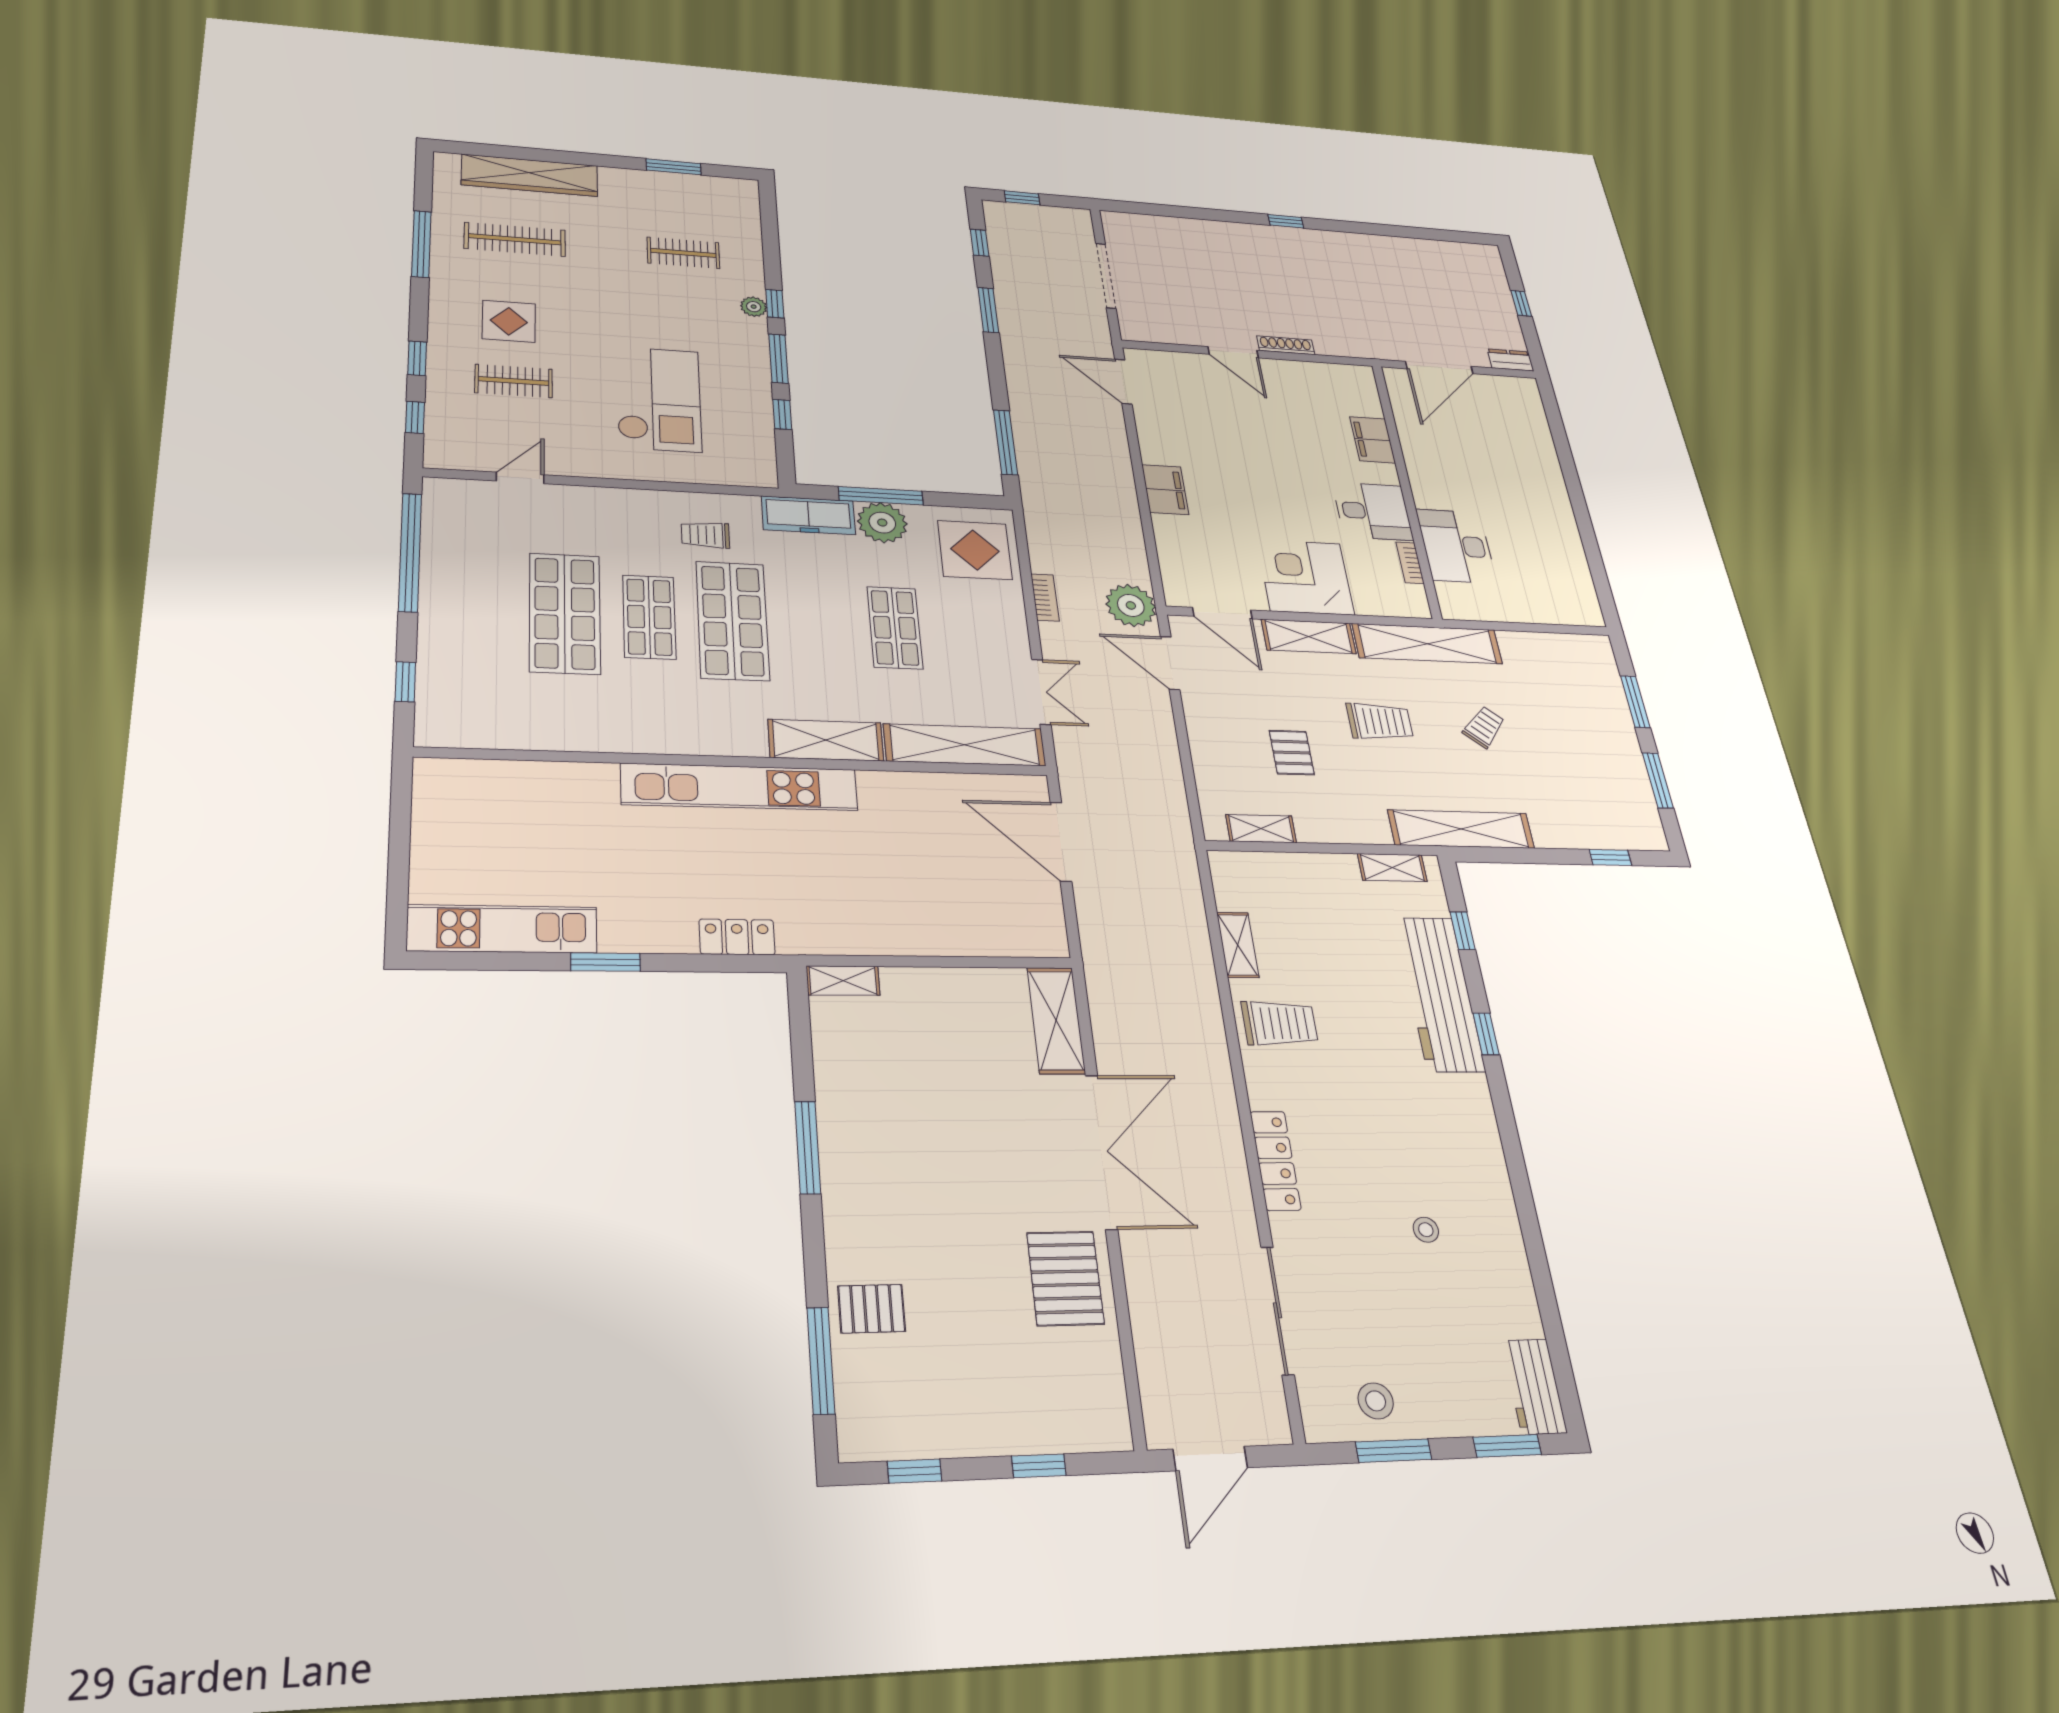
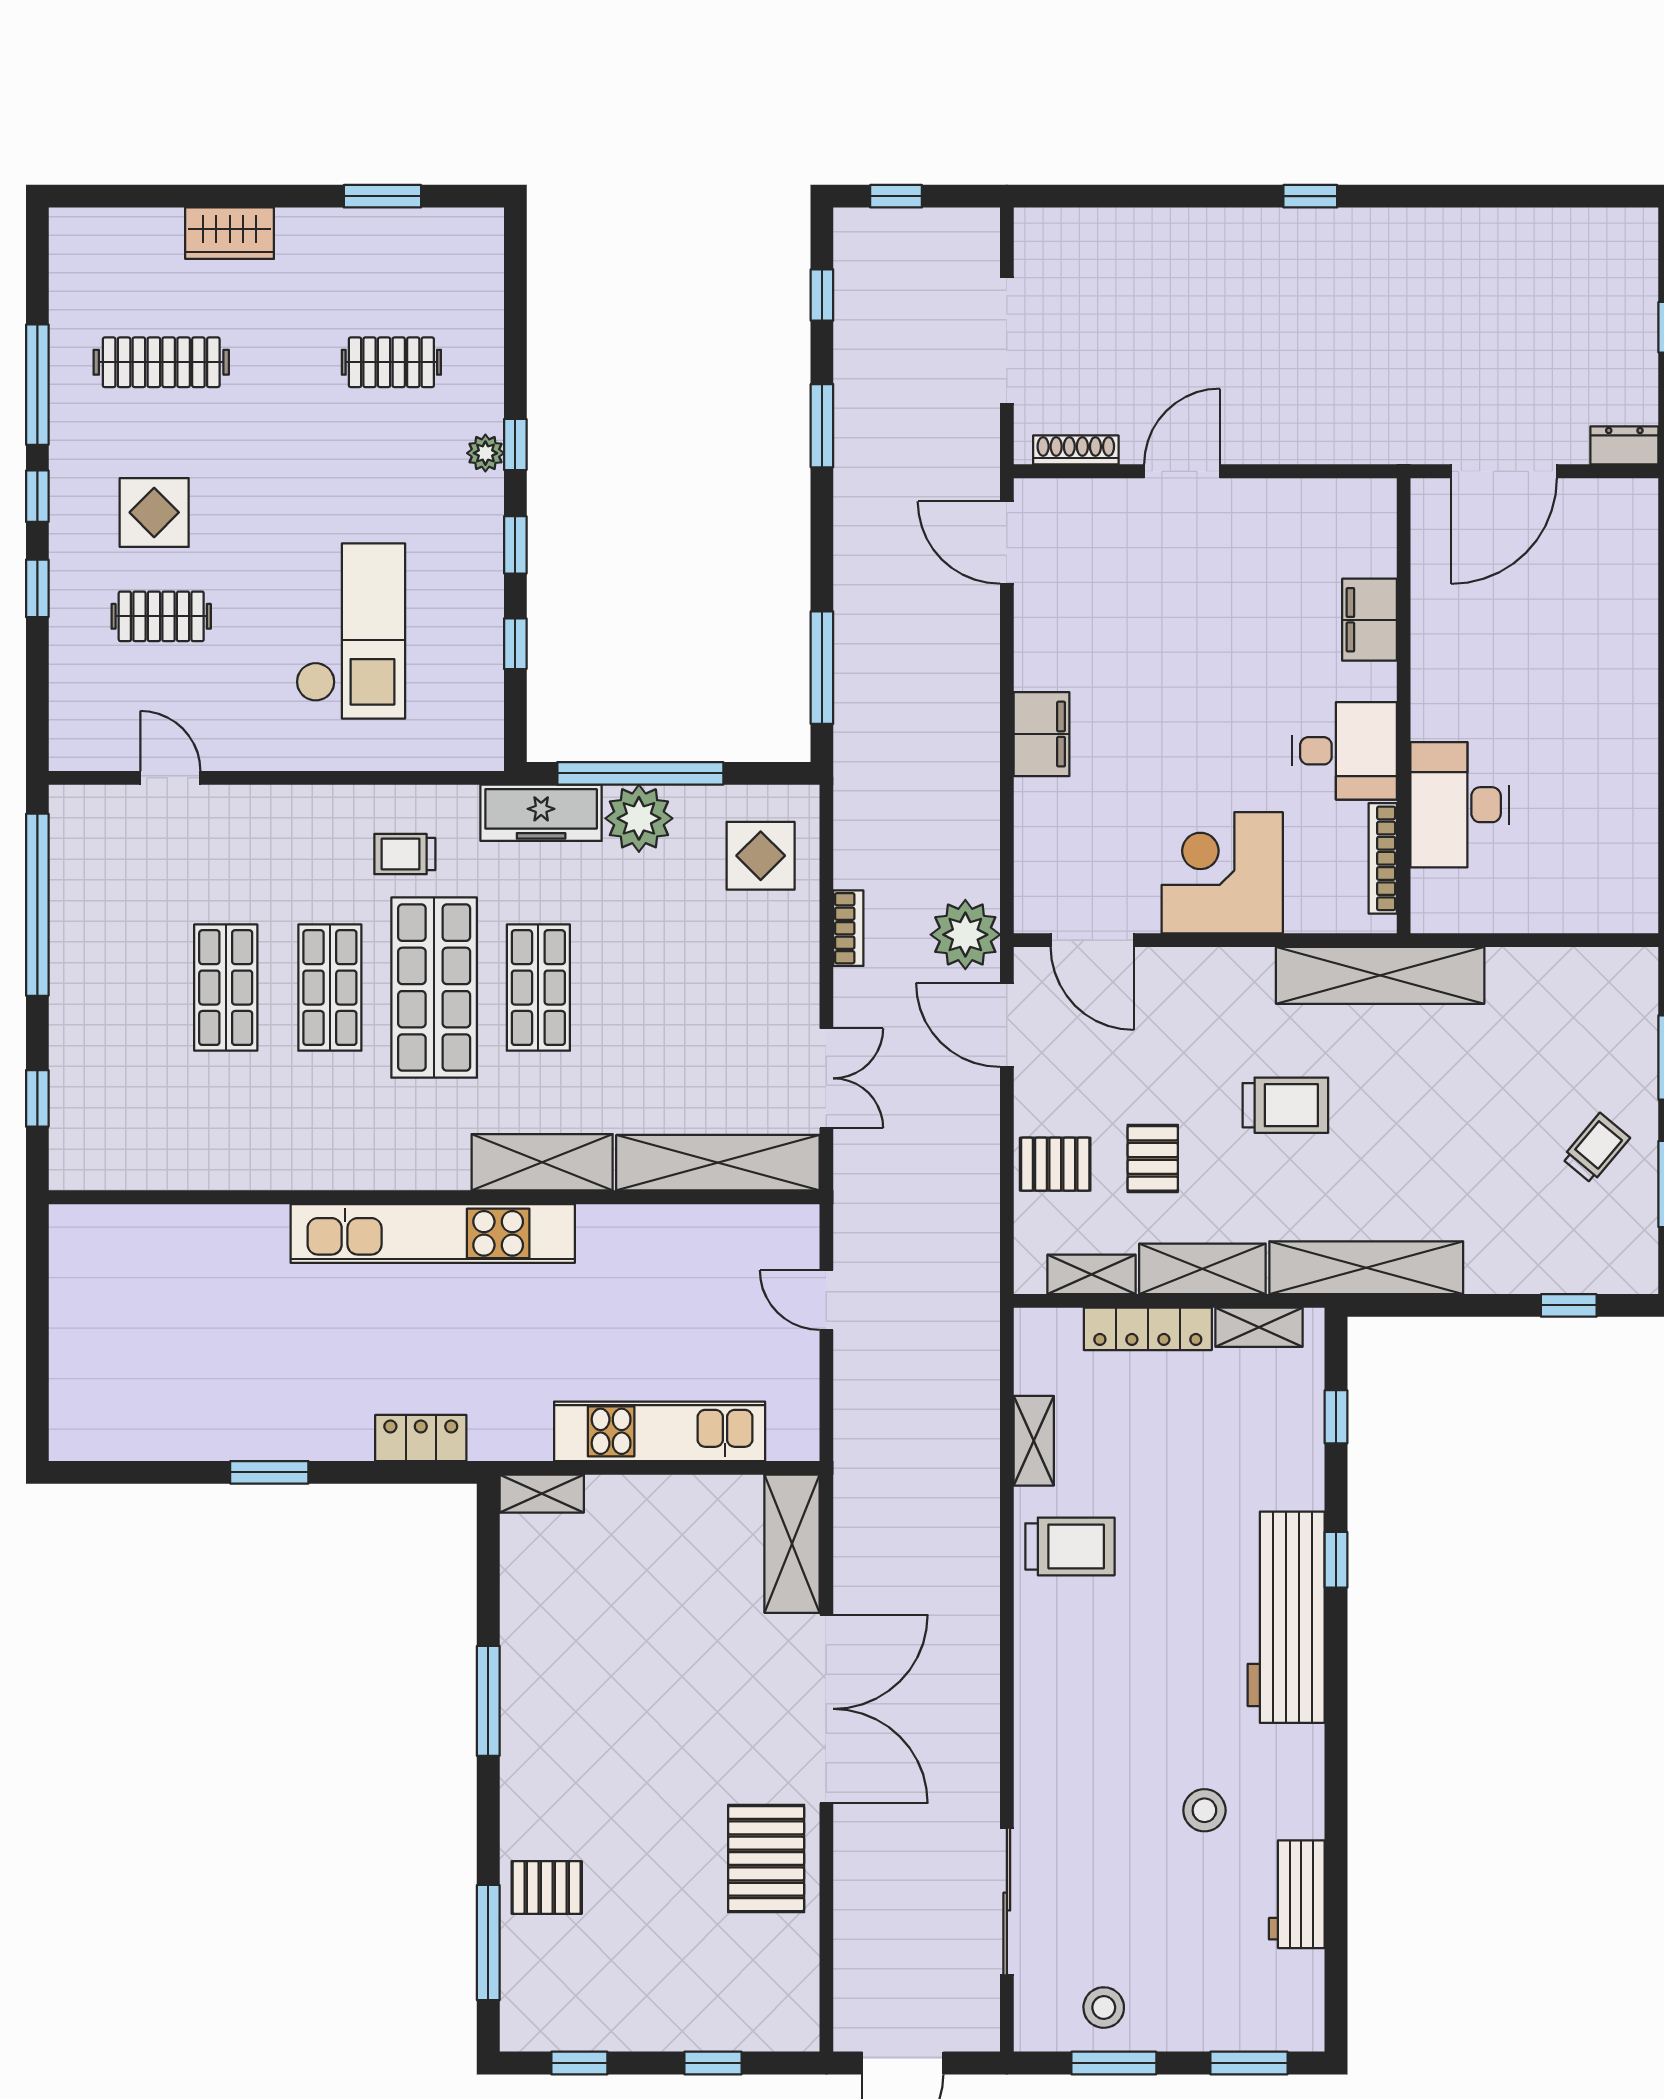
wardrobe: (530, 175) -> (230, 233), width x0.48, depth x0.85
shoe rack: (1286, 345) -> (1076, 450), moved
door: (1233, 352) -> (1182, 471), swing flipped
window: (778, 359) -> (515, 545), width x0.67
window: (415, 417) -> (37, 496), moved
door: (520, 478) -> (170, 778), hinge flipped
window: (881, 496) -> (640, 773), width x1.46
display table: (975, 550) -> (761, 856), width x0.73, depth x0.73
bookcase: (1410, 563) -> (1383, 858), width x1.56
shop shelf: (565, 613) -> (226, 988), width x0.70, depth x0.74
shop shelf: (895, 628) -> (538, 988), moved
shelving: (1309, 637) -> (1202, 1269), moved
trolley: (1484, 727) -> (1596, 1148), moved
pallet: (1221, 754) -> (1055, 1164), added
door: (1061, 842) -> (826, 1300), width x0.53
kitchen unit: (502, 929) -> (660, 1431), moved
workbench: (1440, 994) -> (1286, 1617), moved
locker: (1275, 1161) -> (1148, 1329), moved, turned 90
stool: (1426, 1230) -> (1204, 1810), width x1.37, depth x1.37
workbench: (1534, 1386) -> (1297, 1894), moved

